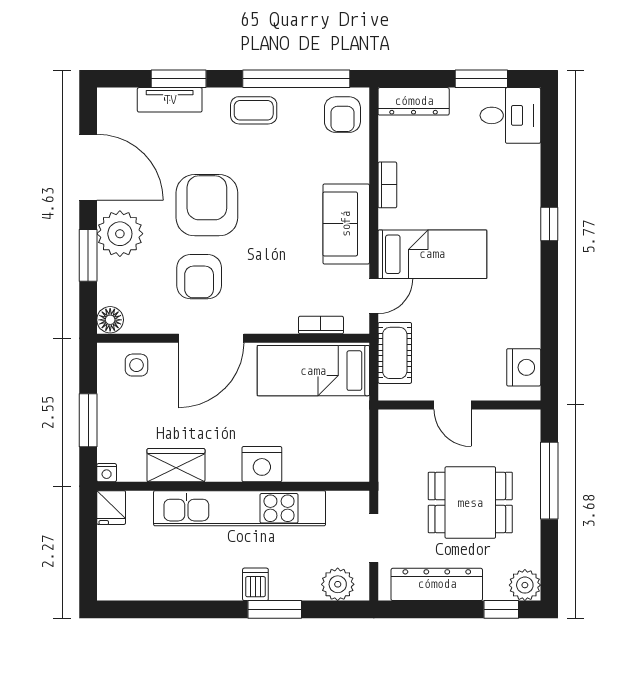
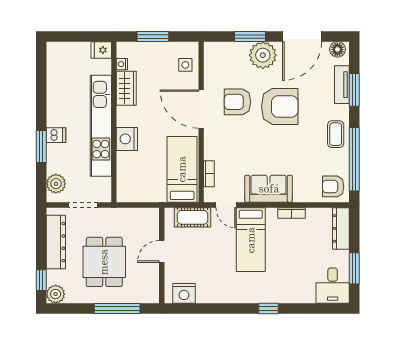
floor lamp: (110, 320) -> (337, 49), moved
nightstand: (107, 473) -> (122, 64), moved

